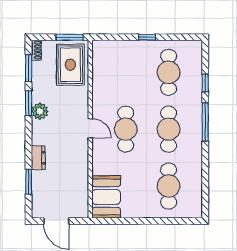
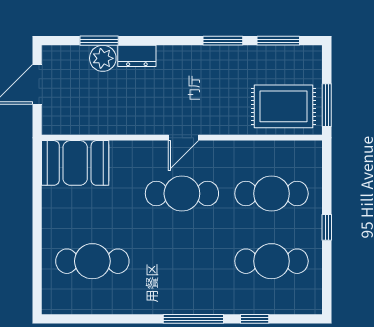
shoe rack: (36, 50) -> (306, 53), removed
plant: (40, 111) -> (103, 58), moved
cafe table: (169, 129) -> (271, 194), moved

